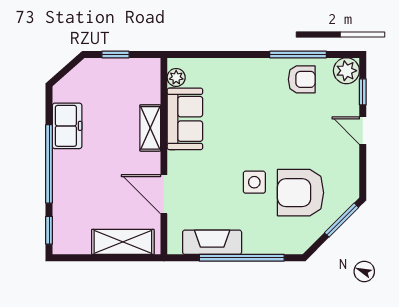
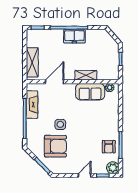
freezer: (67, 126) -> (74, 36), moved
armchair: (301, 193) -> (55, 146), turned 90

